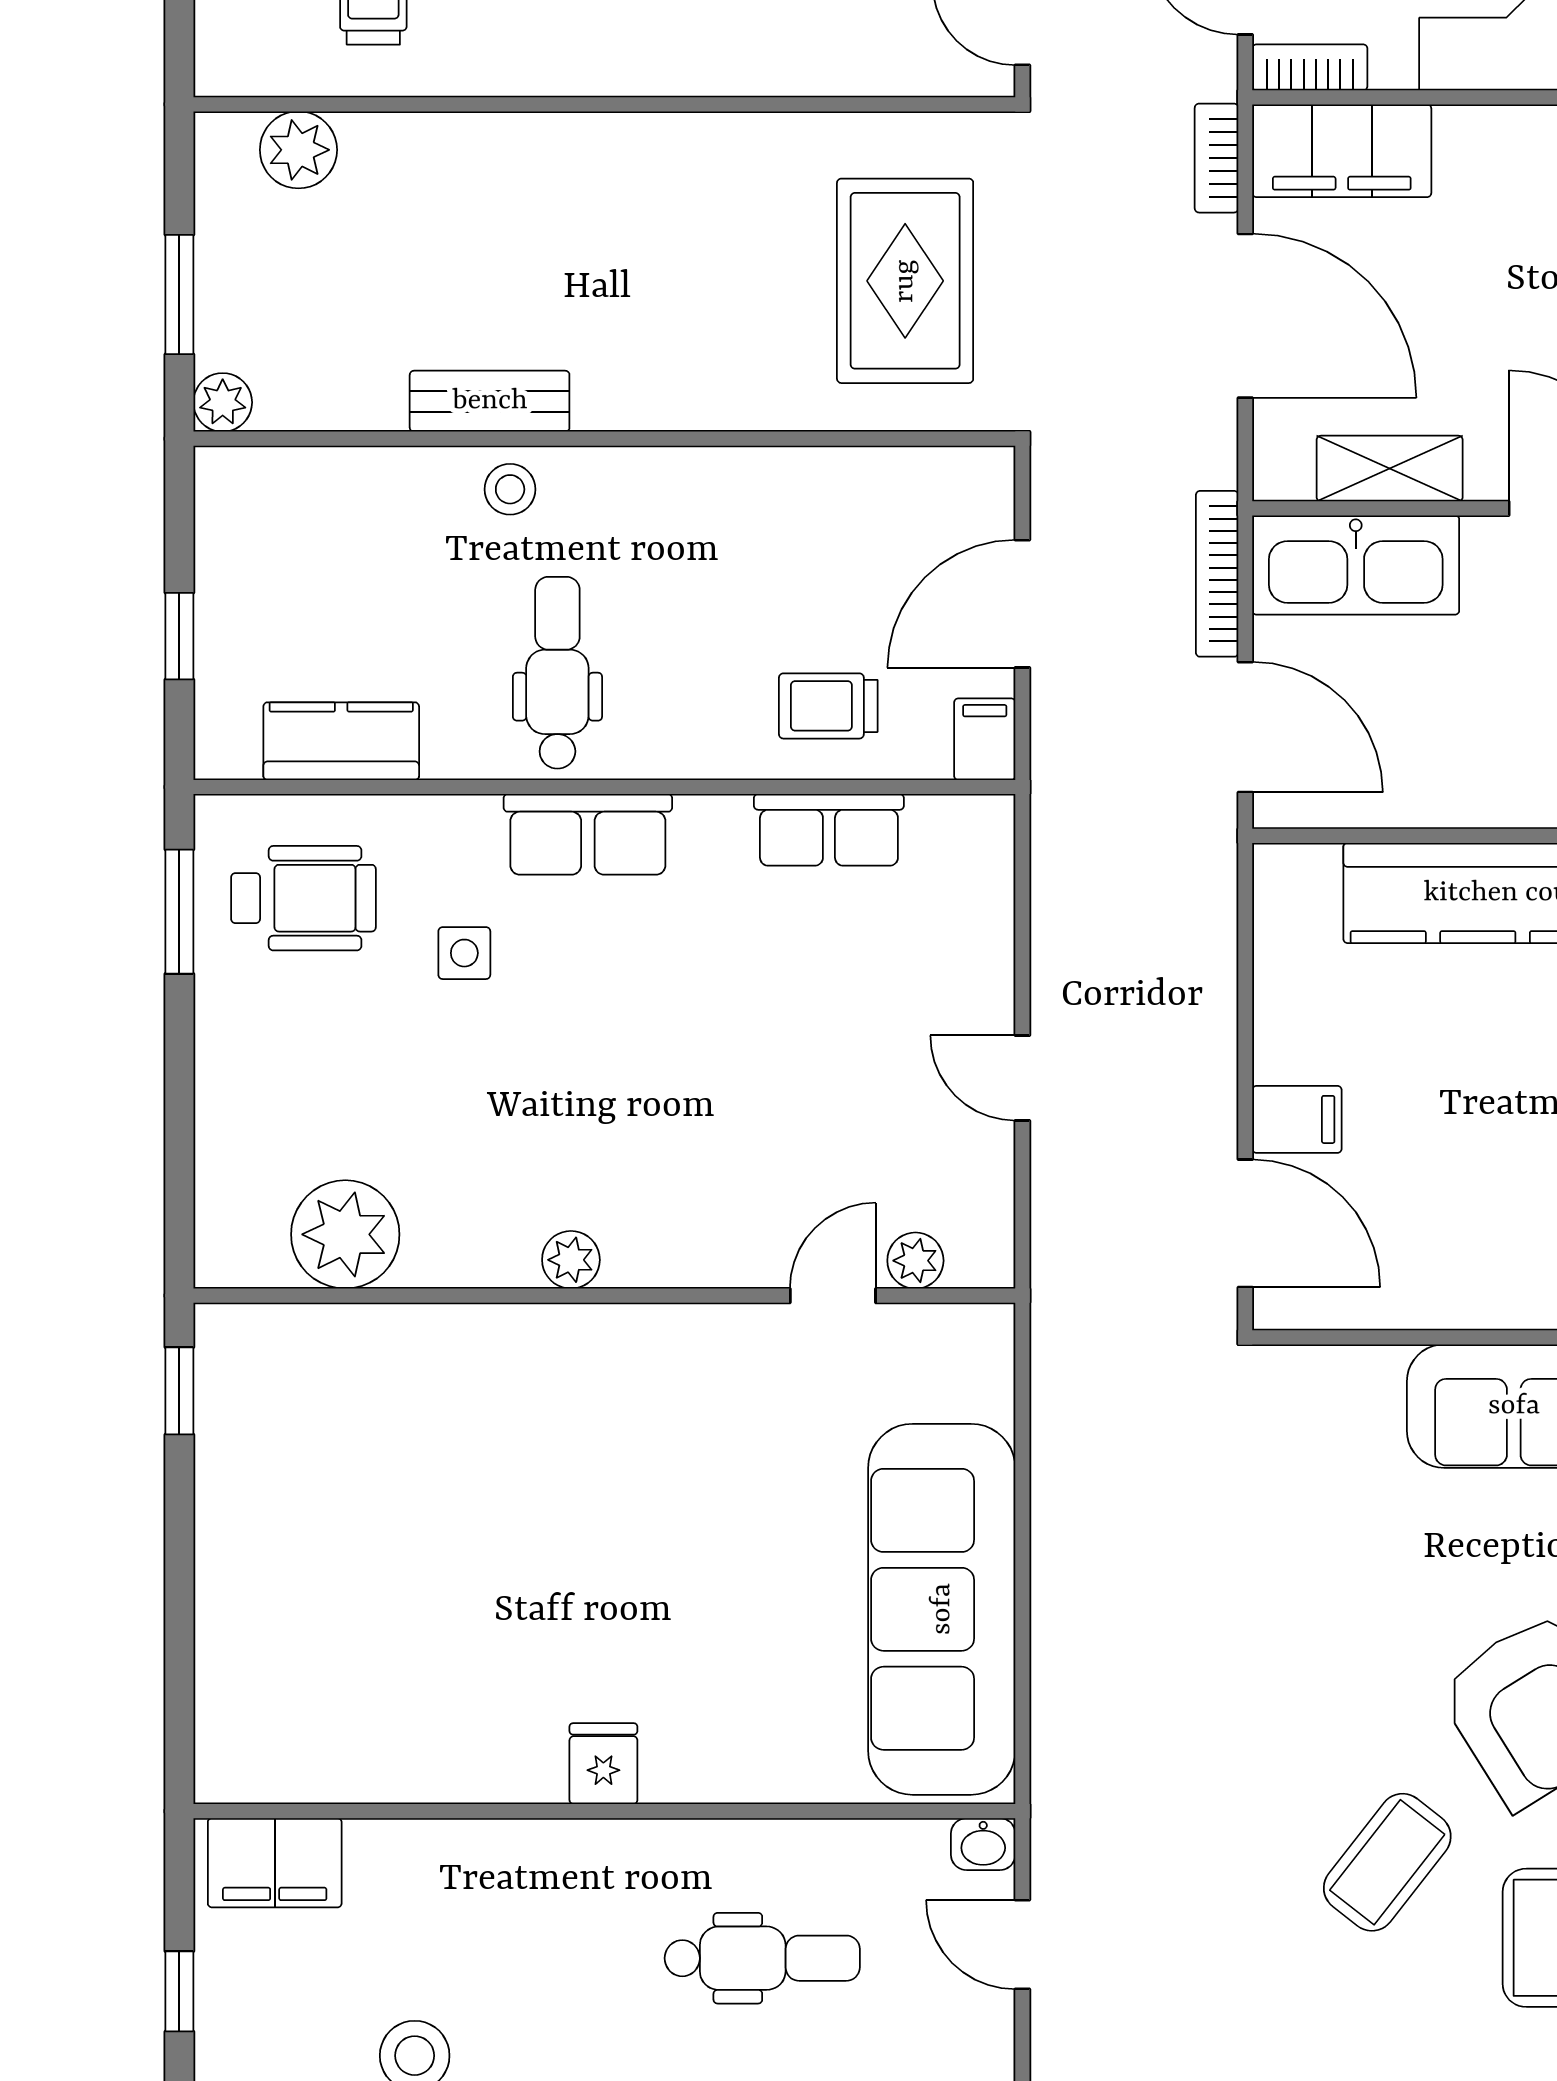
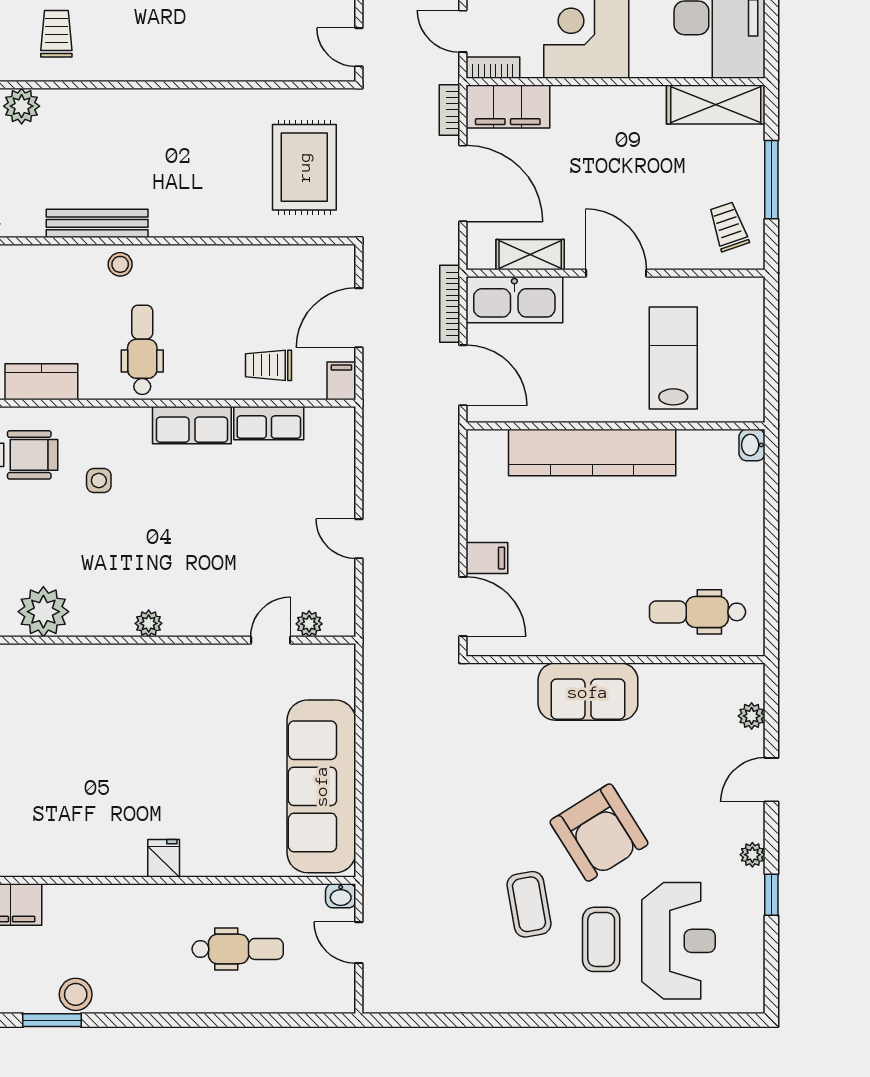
bench: (490, 401) -> (97, 223), width x1.36
row of seats: (588, 834) -> (192, 425), moved
coffee table: (1387, 1862) -> (529, 904), turned -48

